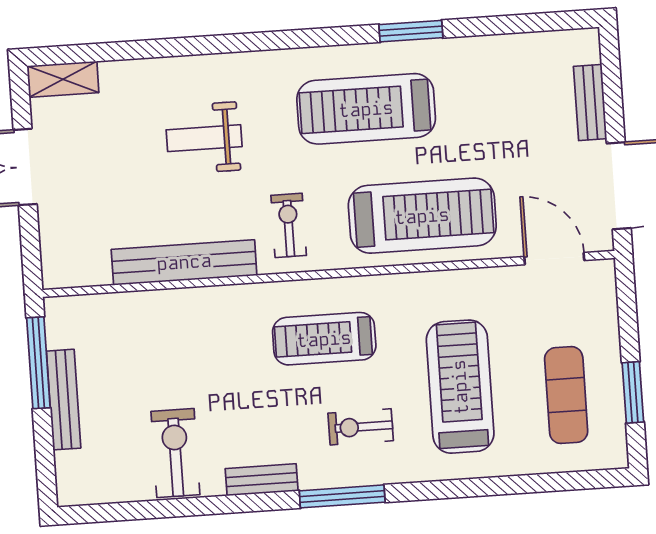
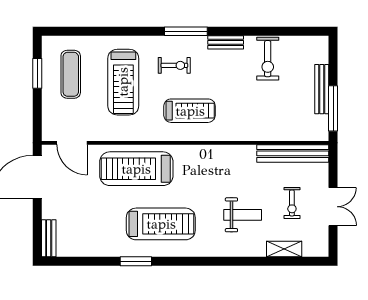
shelving: (63, 79) -> (284, 249), moved
bench: (590, 102) -> (49, 238), moved
exercise bike: (289, 225) -> (292, 203), moved
bench: (184, 262) -> (293, 153), moved

